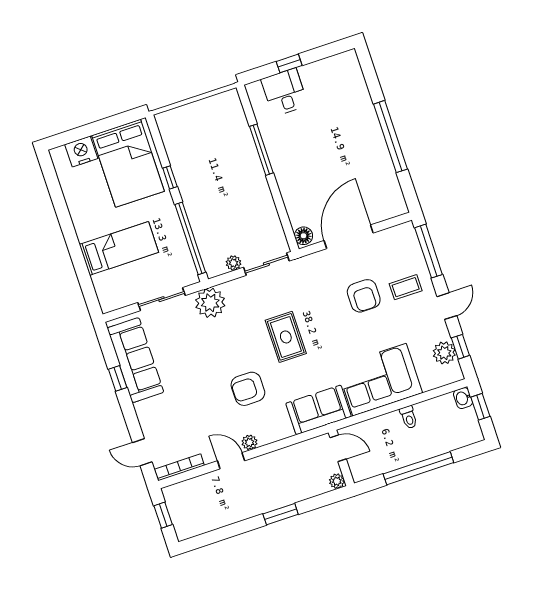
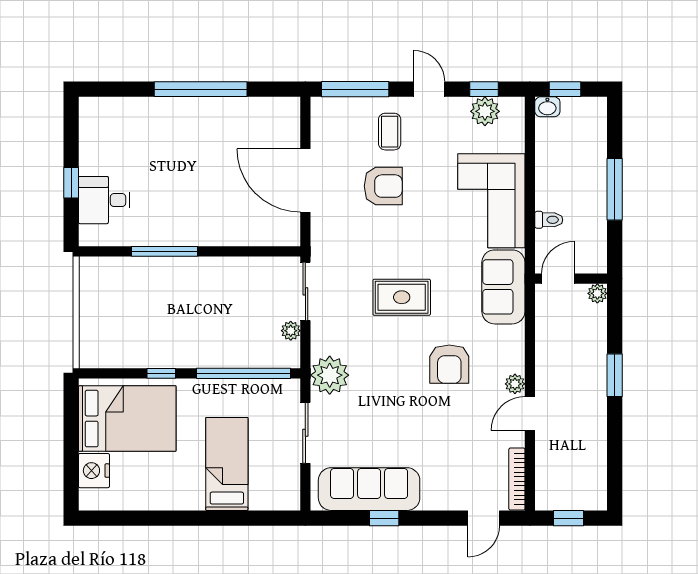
floor lamp: (304, 236) -> (286, 235), removed
toilet: (409, 417) -> (549, 220), moved
window: (418, 468) -> (615, 189), width x0.68

